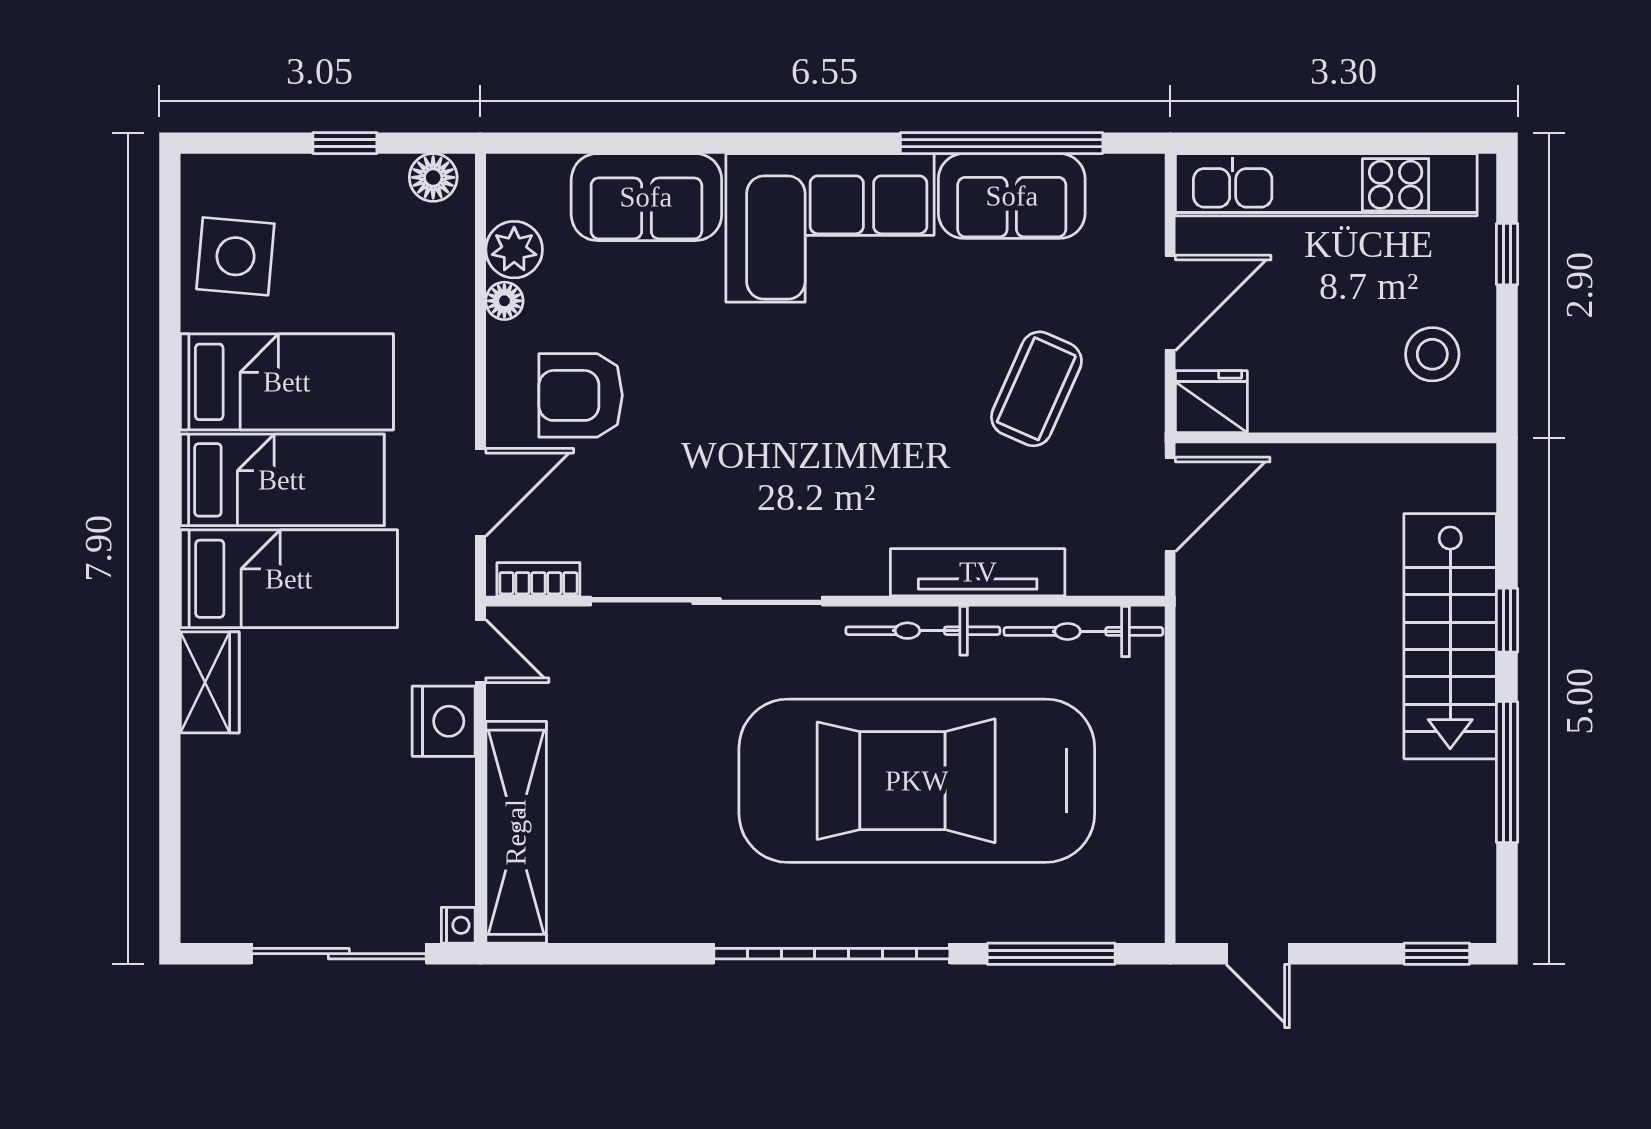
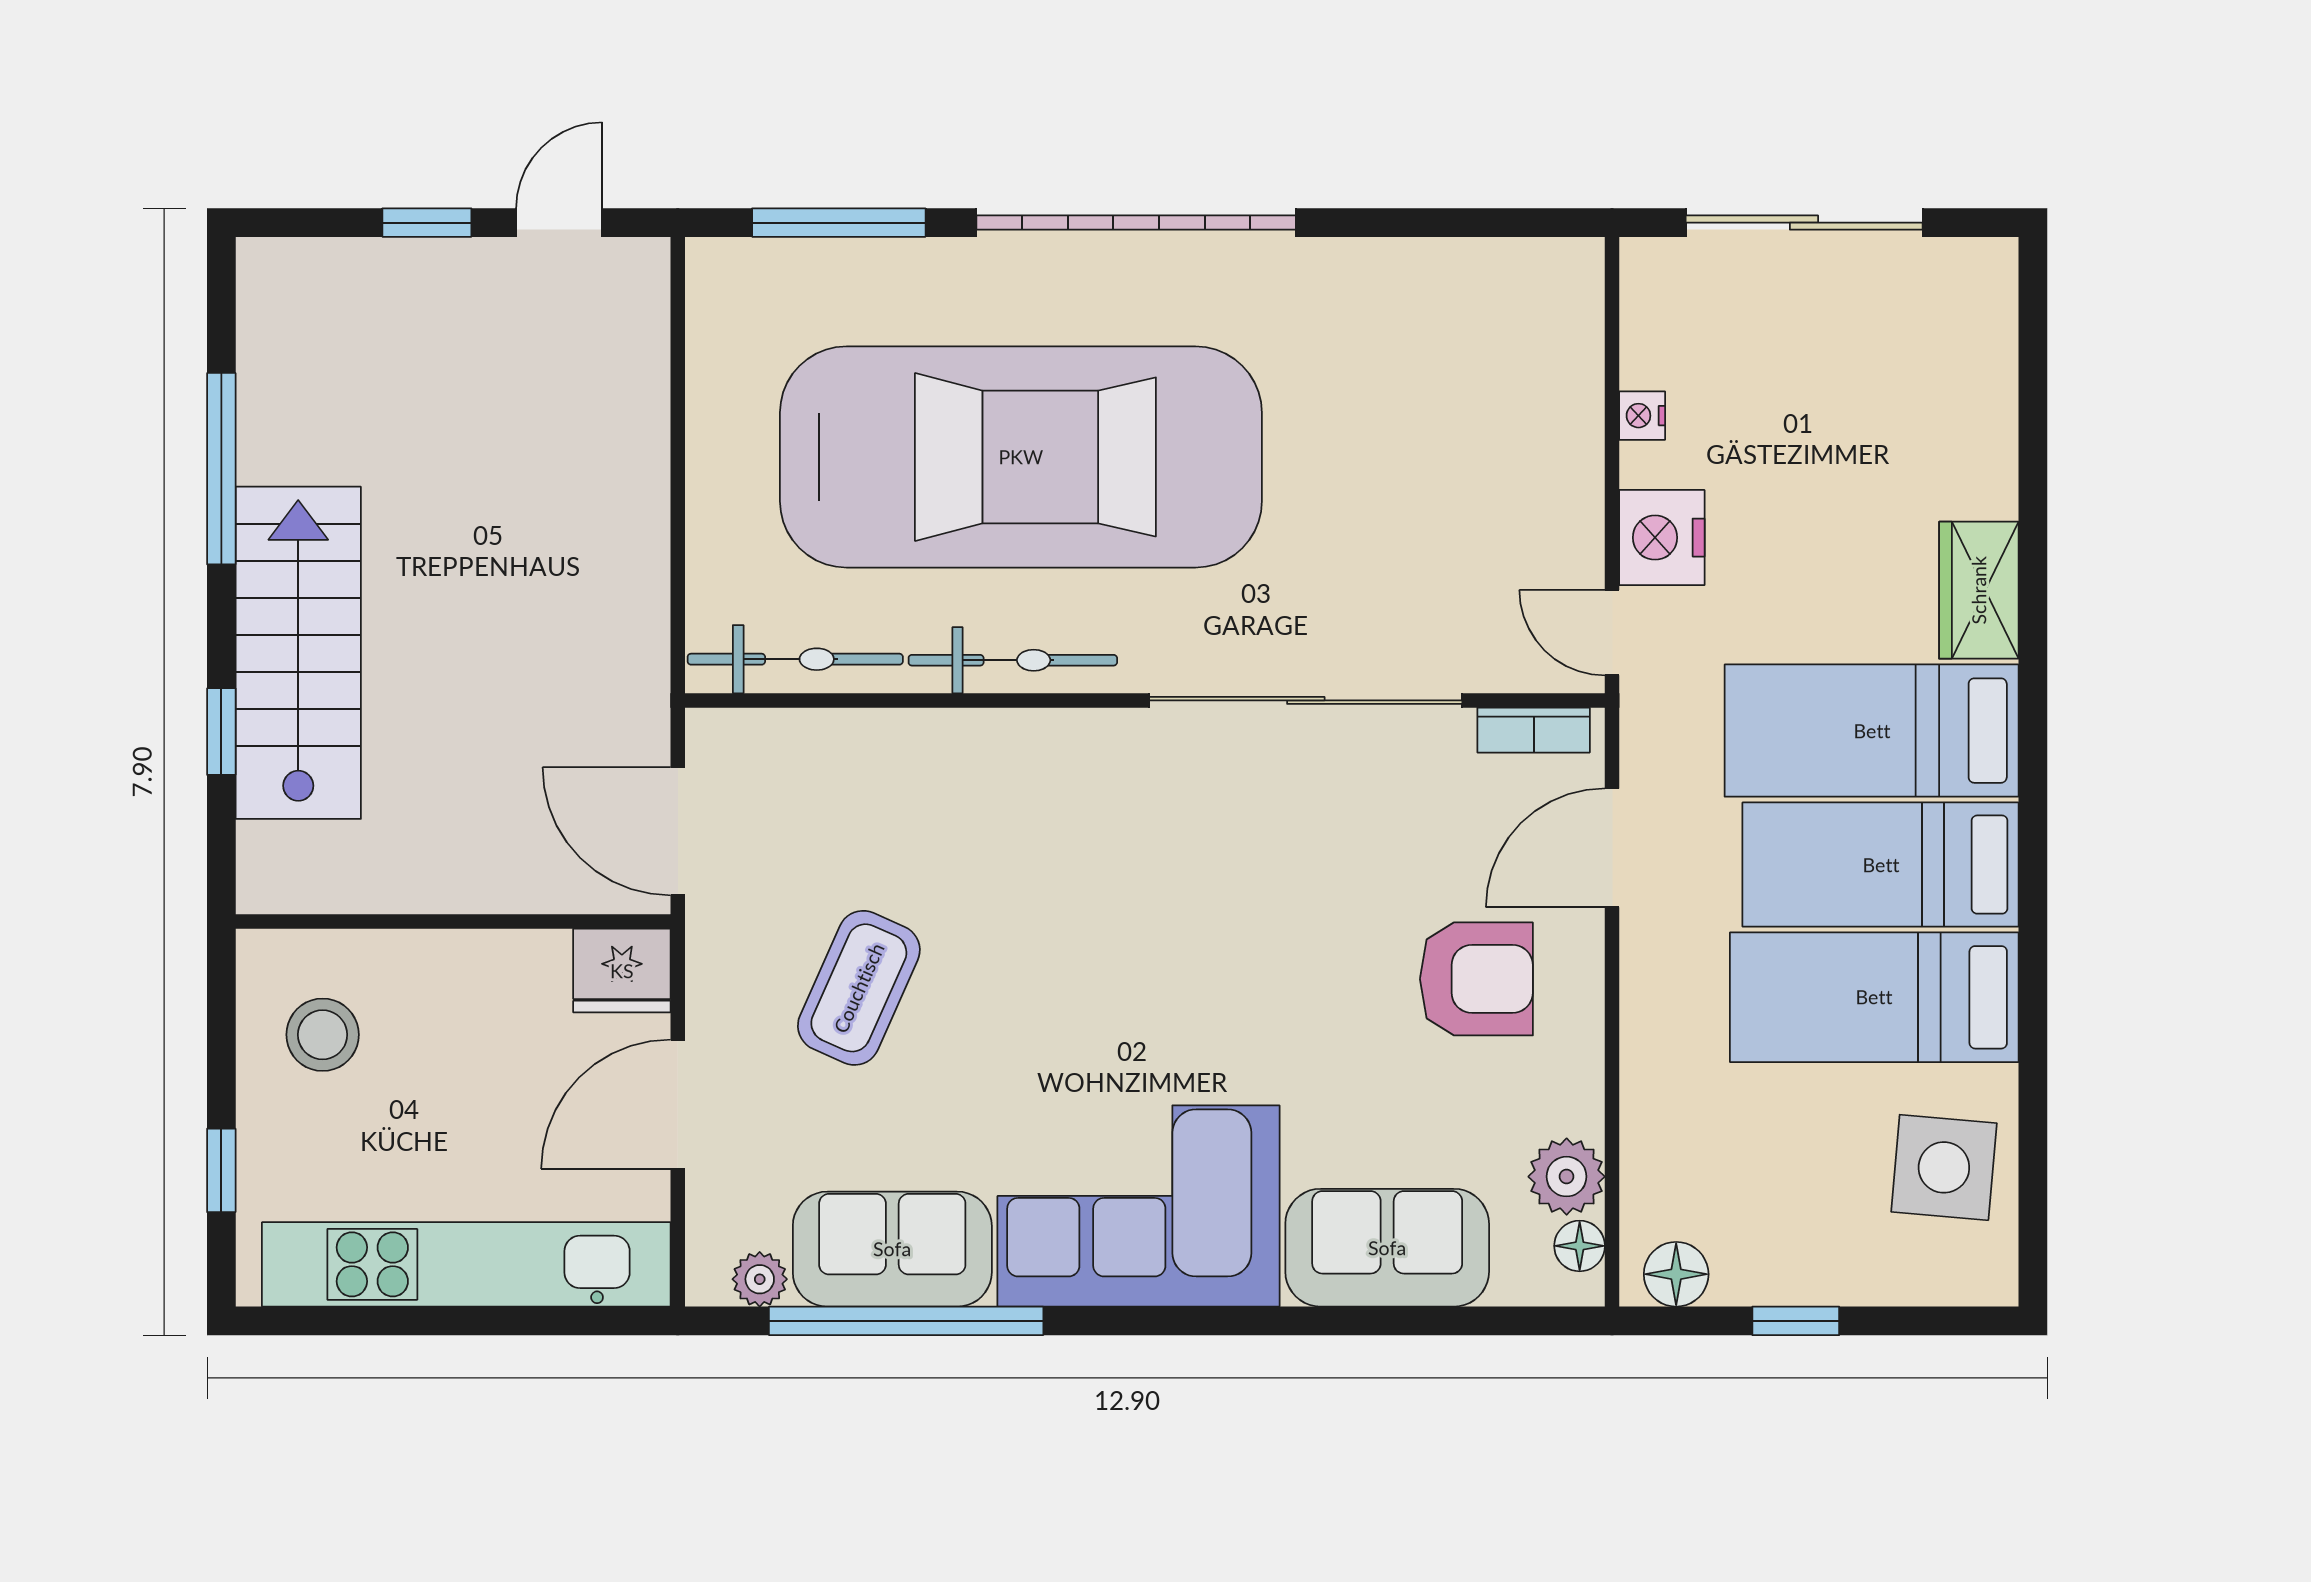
plant: (1110, 174) -> (760, 1279), added
floor lamp: (504, 301) -> (1580, 1246), moved
door: (1170, 504) -> (678, 831), hinge flipped
tv unit: (978, 572) -> (938, 740), removed
window: (1507, 620) -> (221, 732), moved
shelving: (516, 832) -> (1564, 387), removed
nightstand: (458, 925) -> (1642, 416), moved
door: (1258, 954) -> (559, 223), hinge flipped
window: (1437, 954) -> (427, 223), moved

